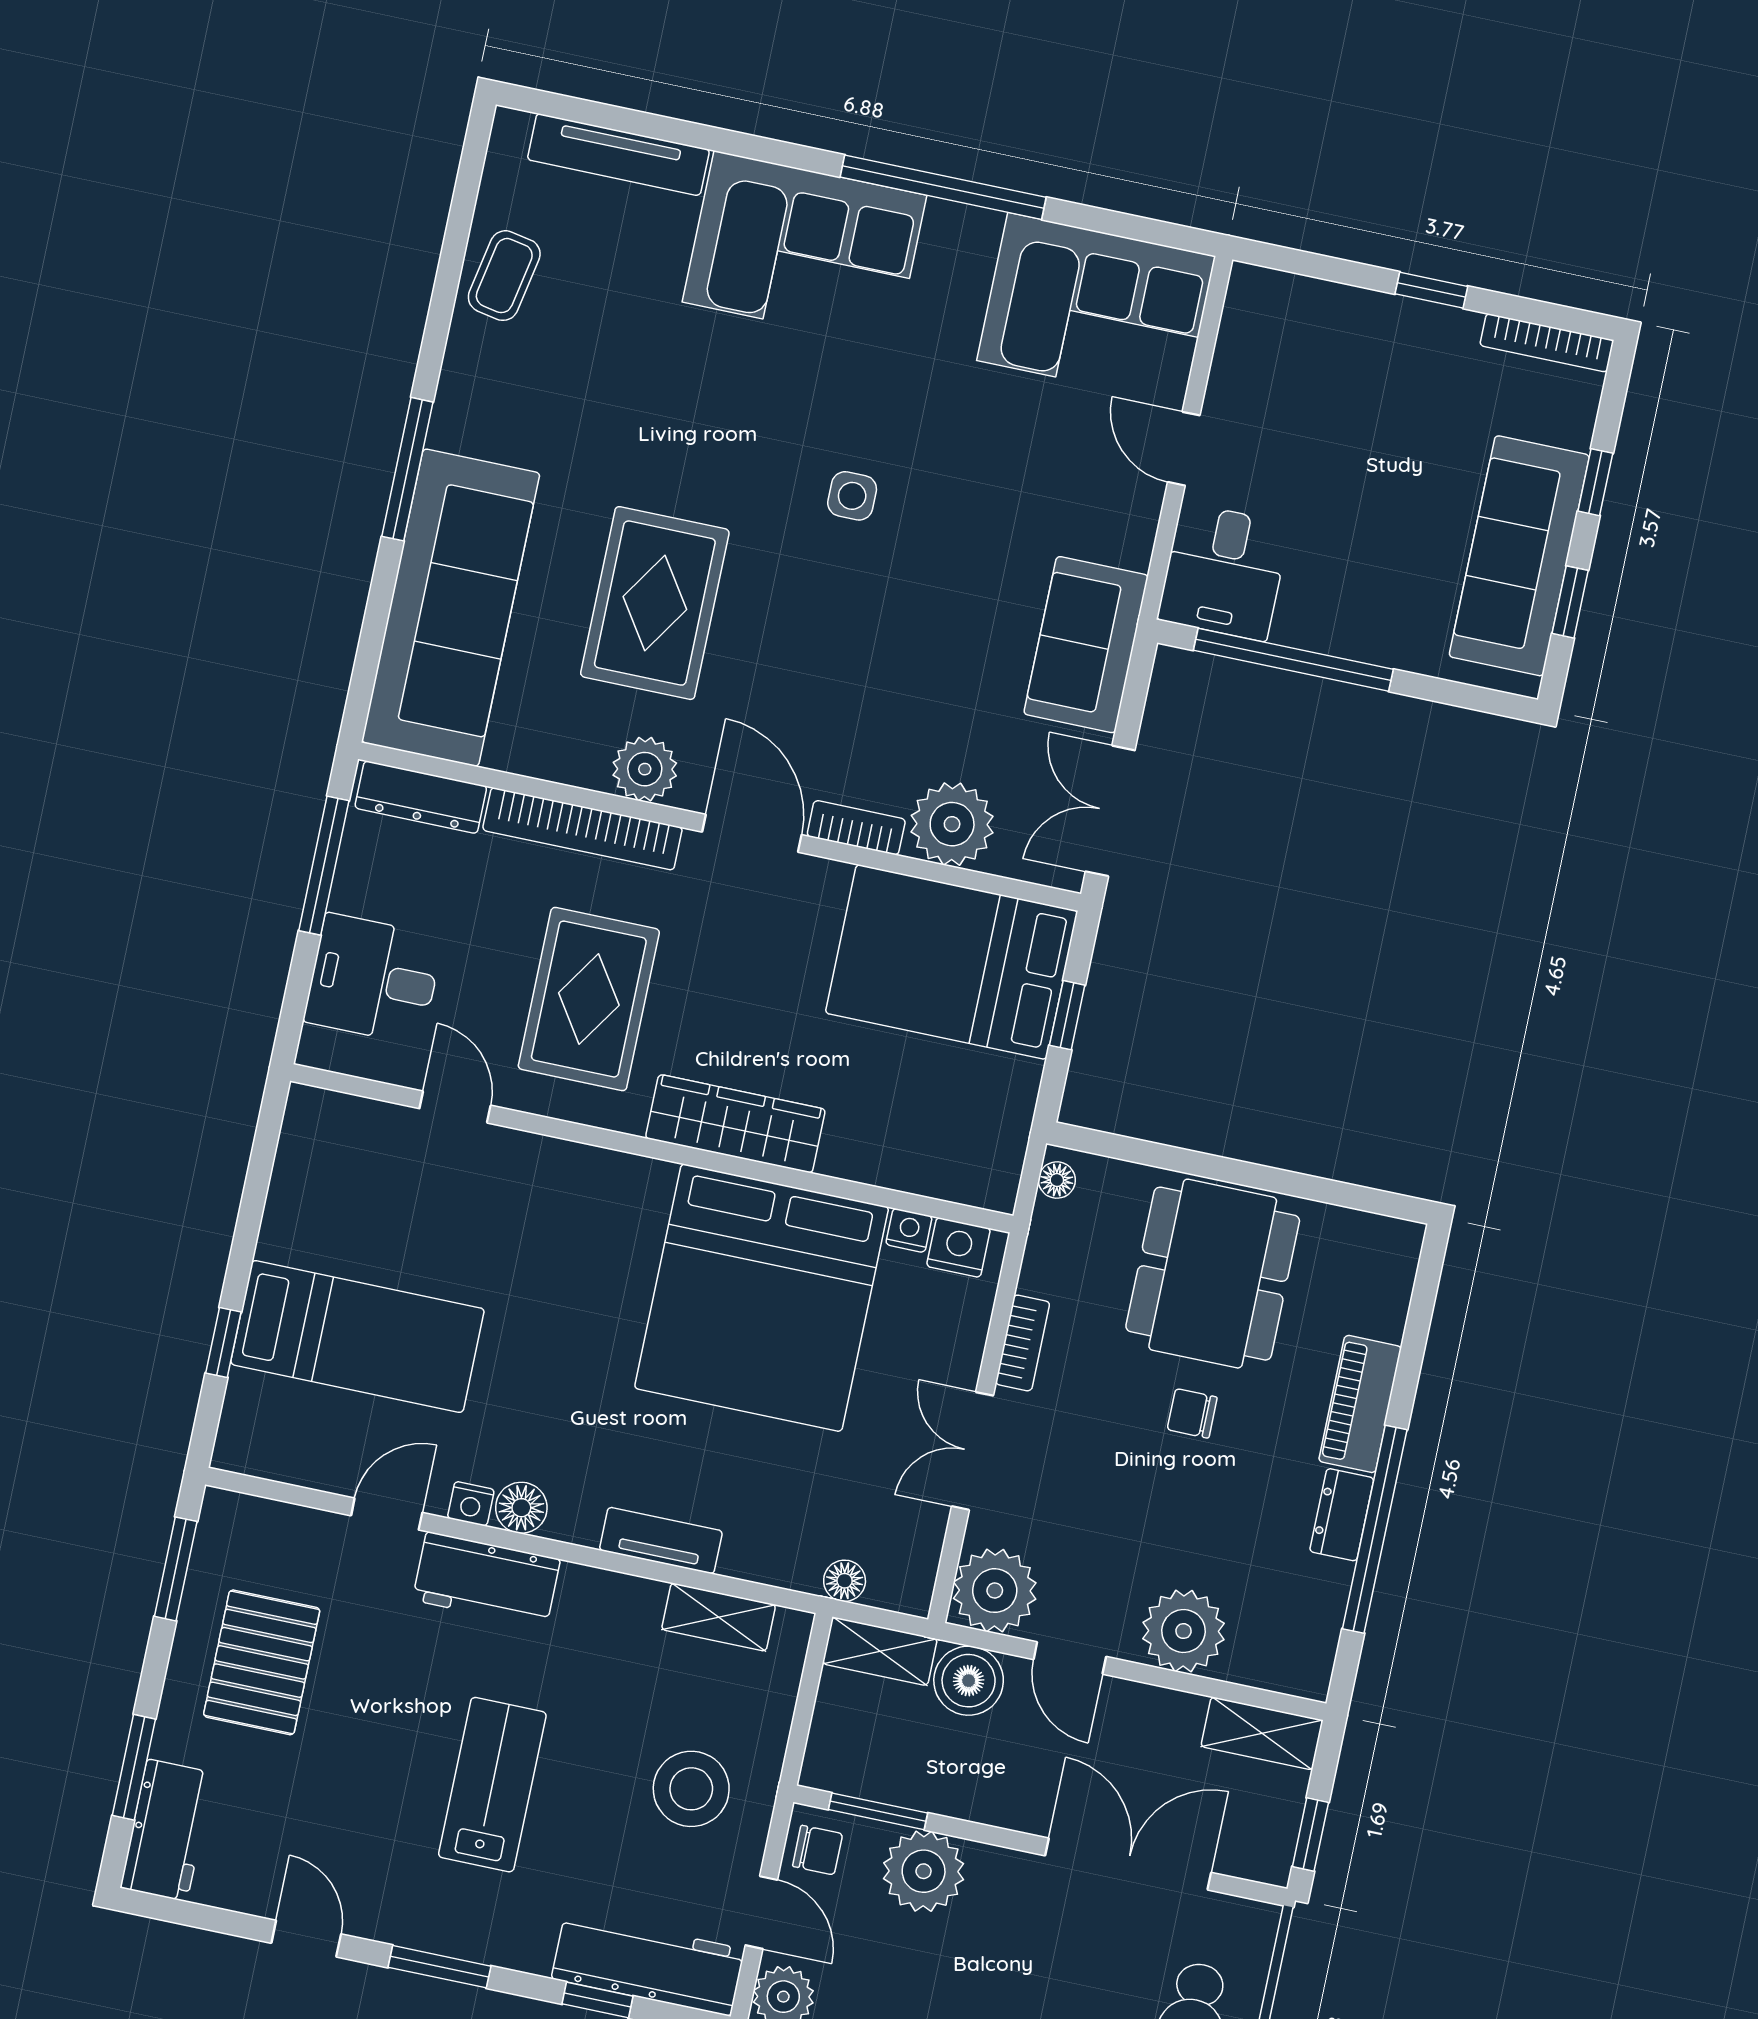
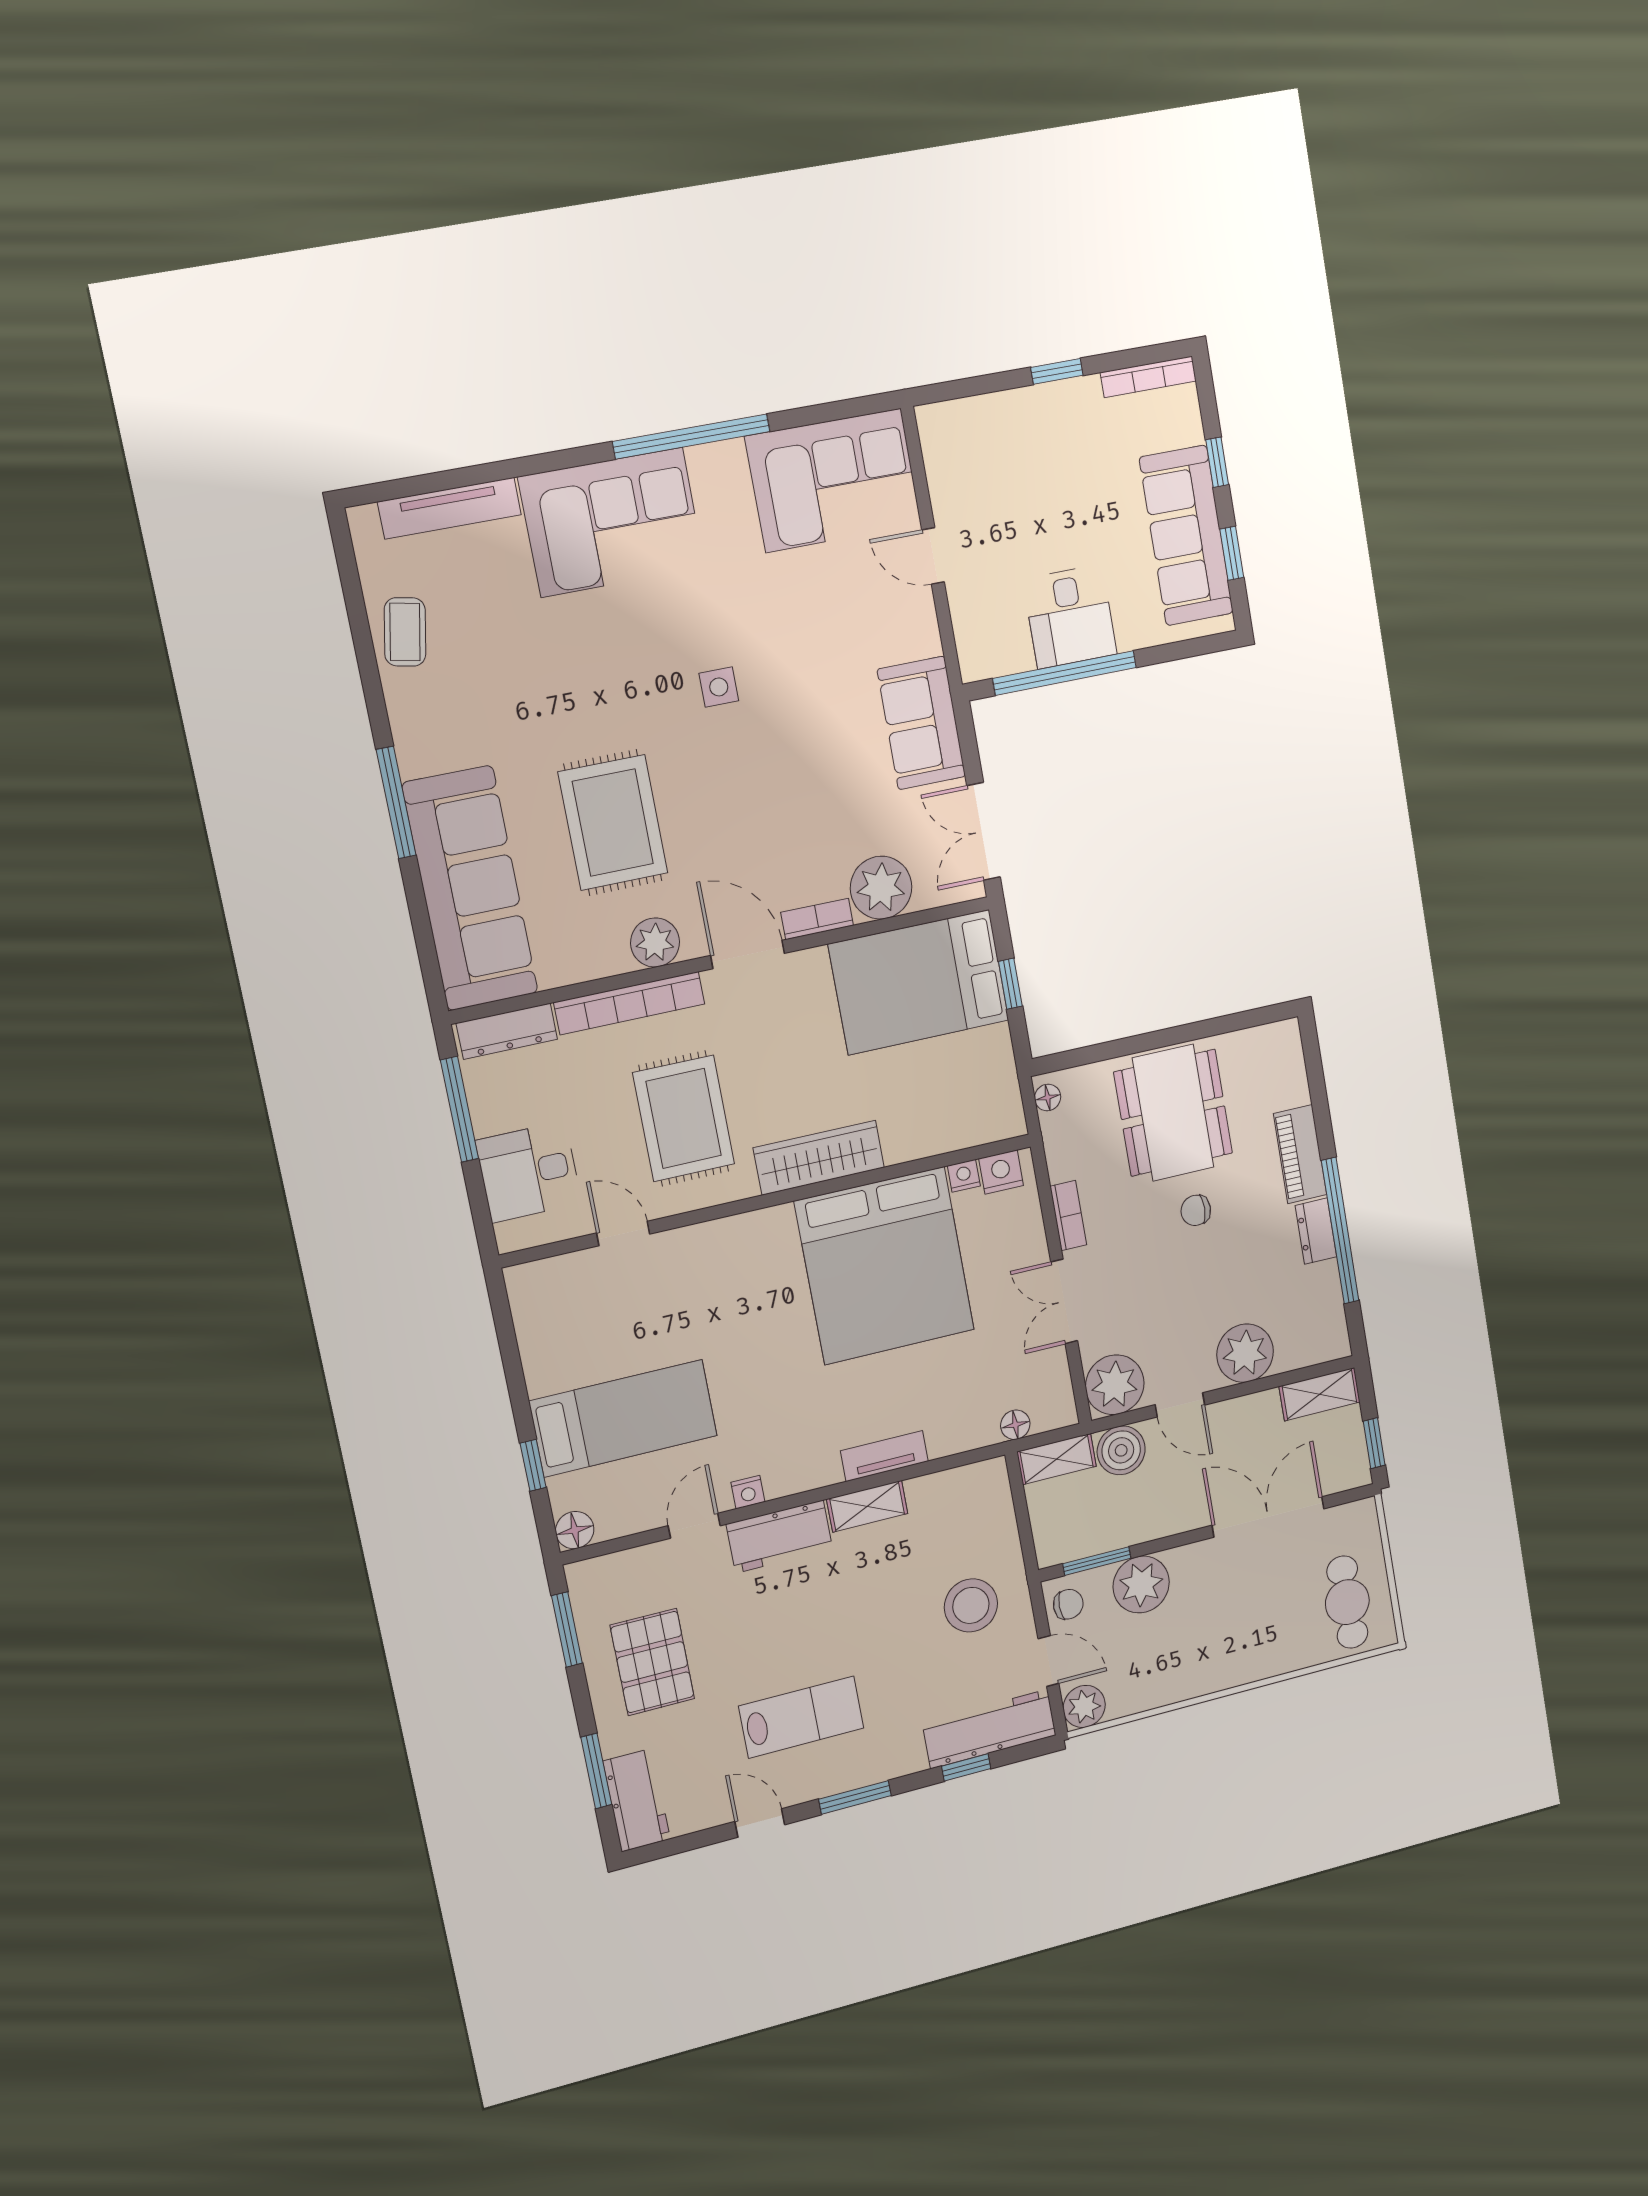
desk: (1224, 572) -> (1070, 617), moved
floor lamp: (521, 1508) -> (575, 1530), moved
shelving: (719, 1617) -> (867, 1506), moved
lab bench: (492, 1785) -> (801, 1717), moved, turned 90

